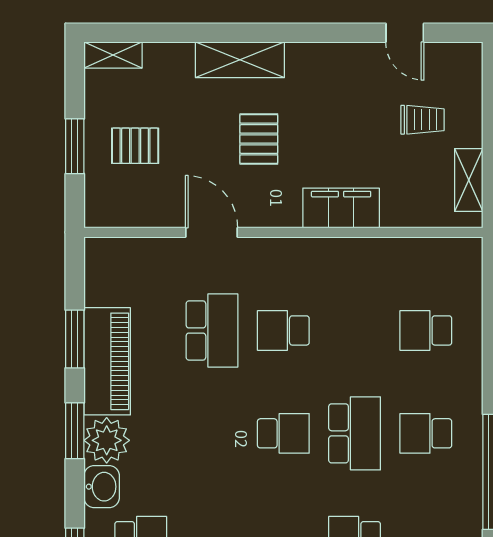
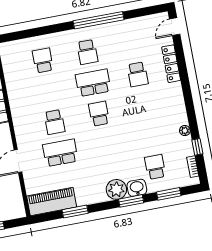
school desk: (426, 330) -> (43, 60), turned 180
piano: (107, 361) -> (52, 201), moved
window: (75, 431) -> (131, 201), moved

